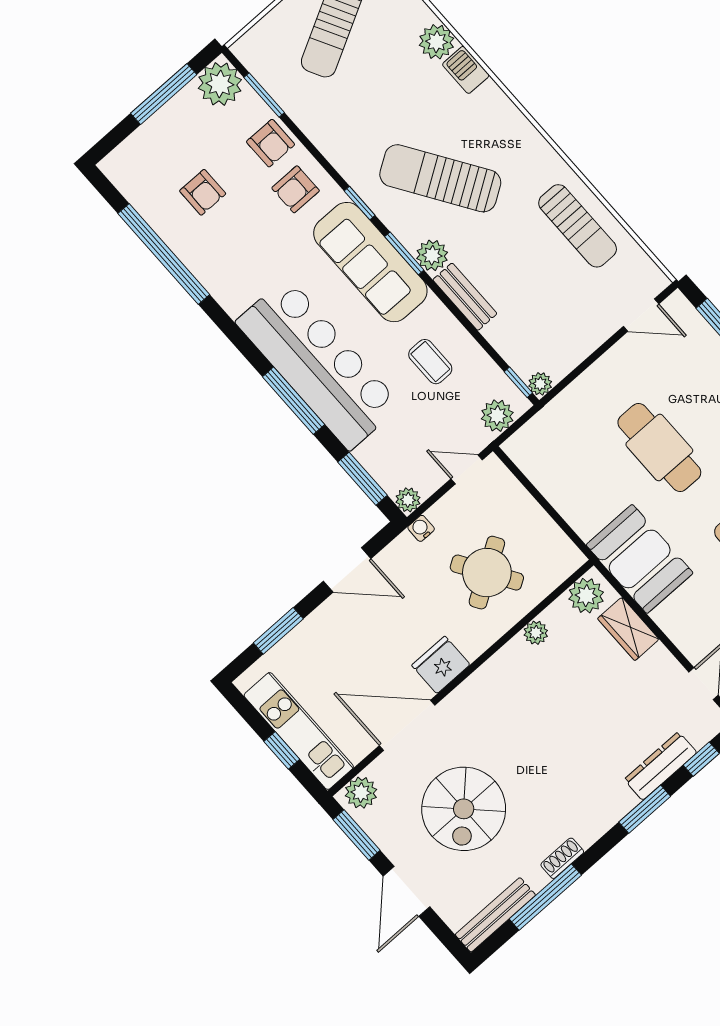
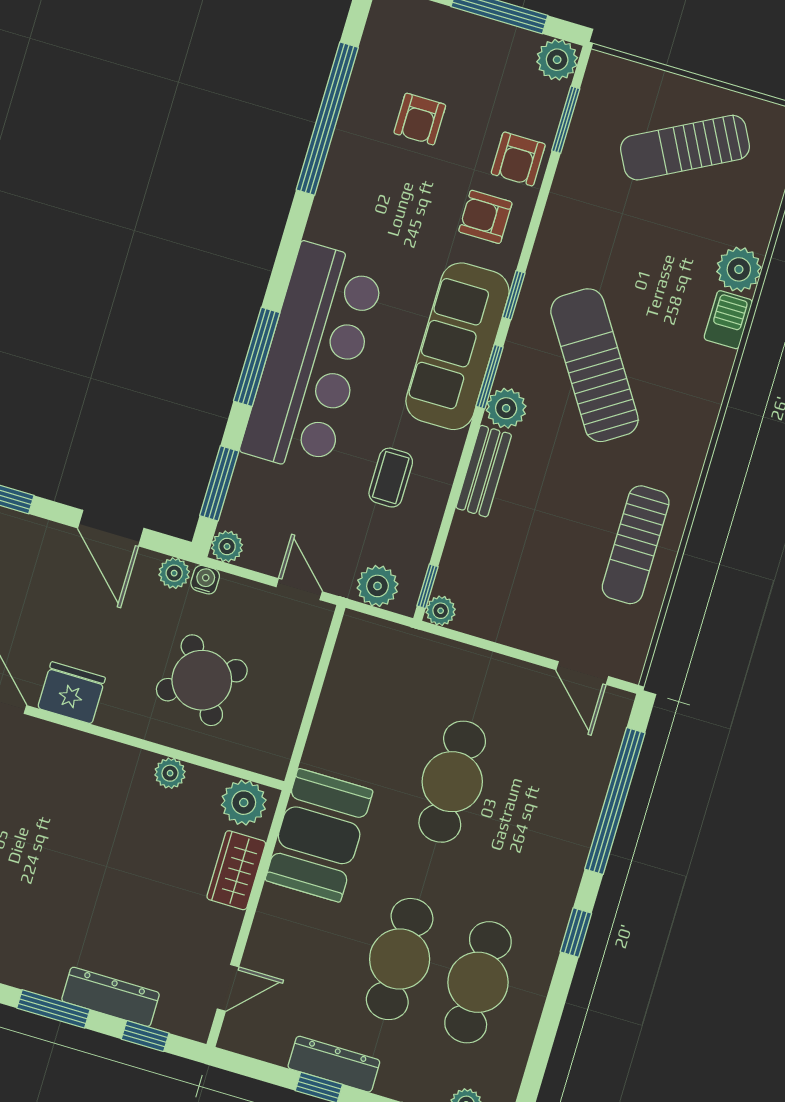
plant: (220, 84) -> (557, 60), width x0.73, depth x0.73
plant: (404, 546) -> (174, 573), added

